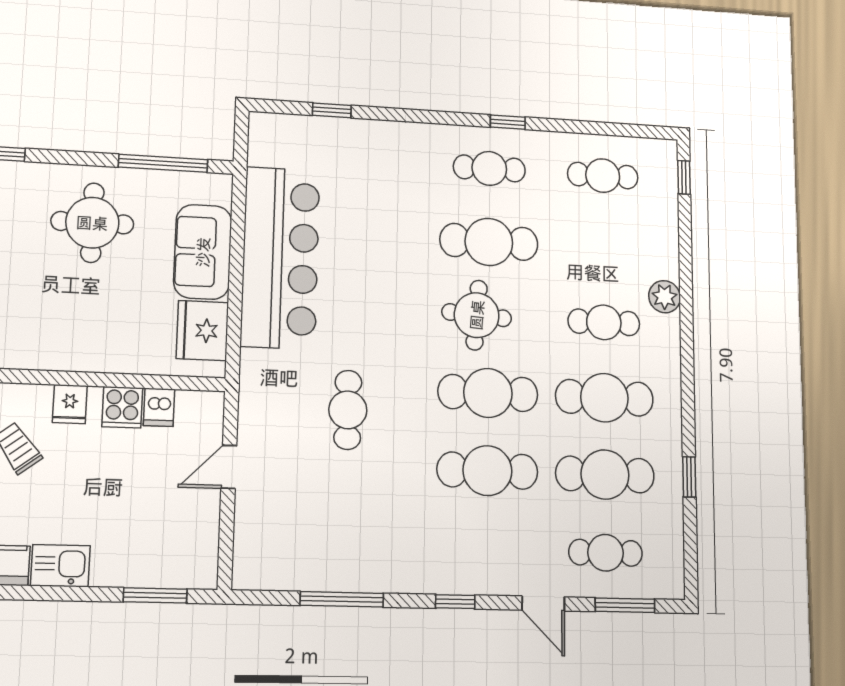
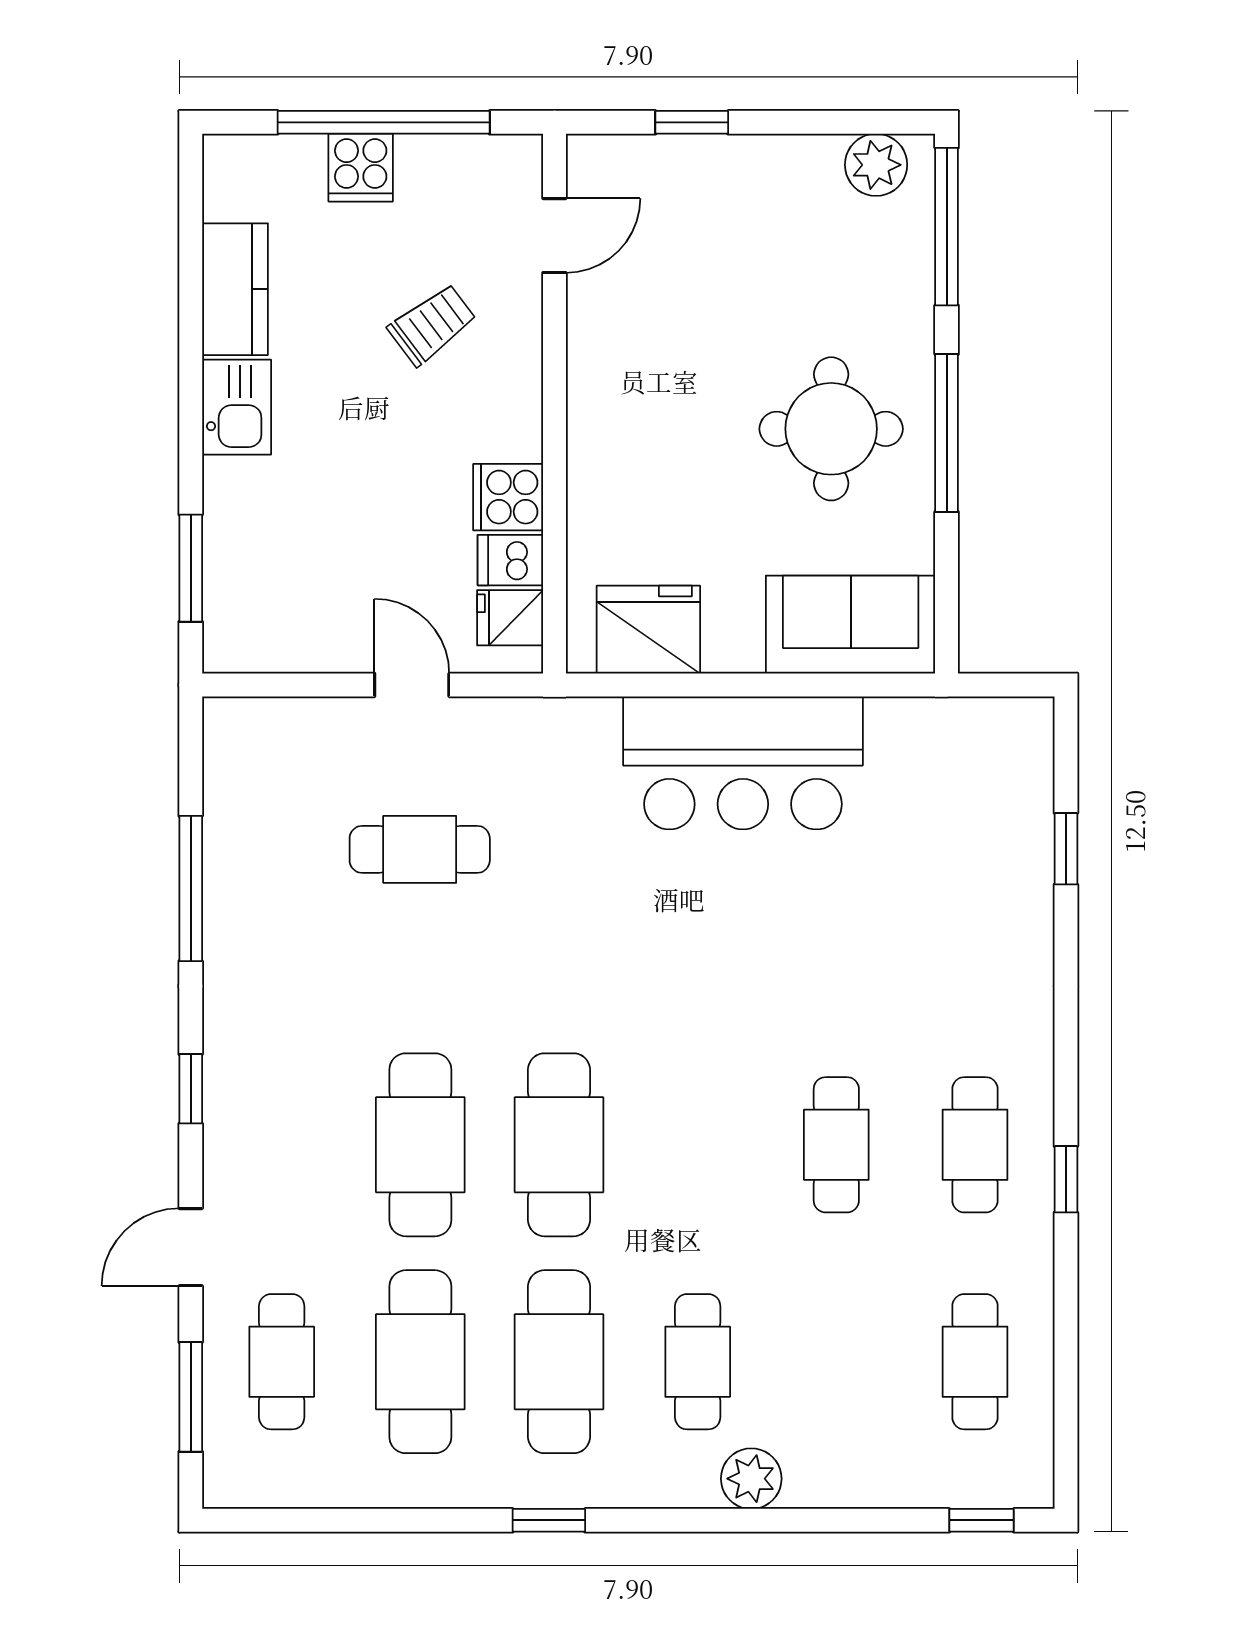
window: (163, 163) -> (947, 433), moved
cafe table: (489, 242) -> (836, 1145), width x0.73, depth x0.74
sofa: (203, 252) -> (851, 625), moved
bar counter: (280, 258) -> (743, 763), width x0.73
round table: (477, 315) -> (700, 1123), removed
fridge: (70, 404) -> (510, 618), moved
cafe table: (348, 410) -> (420, 849), moved
window: (689, 477) -> (549, 1520), moved

